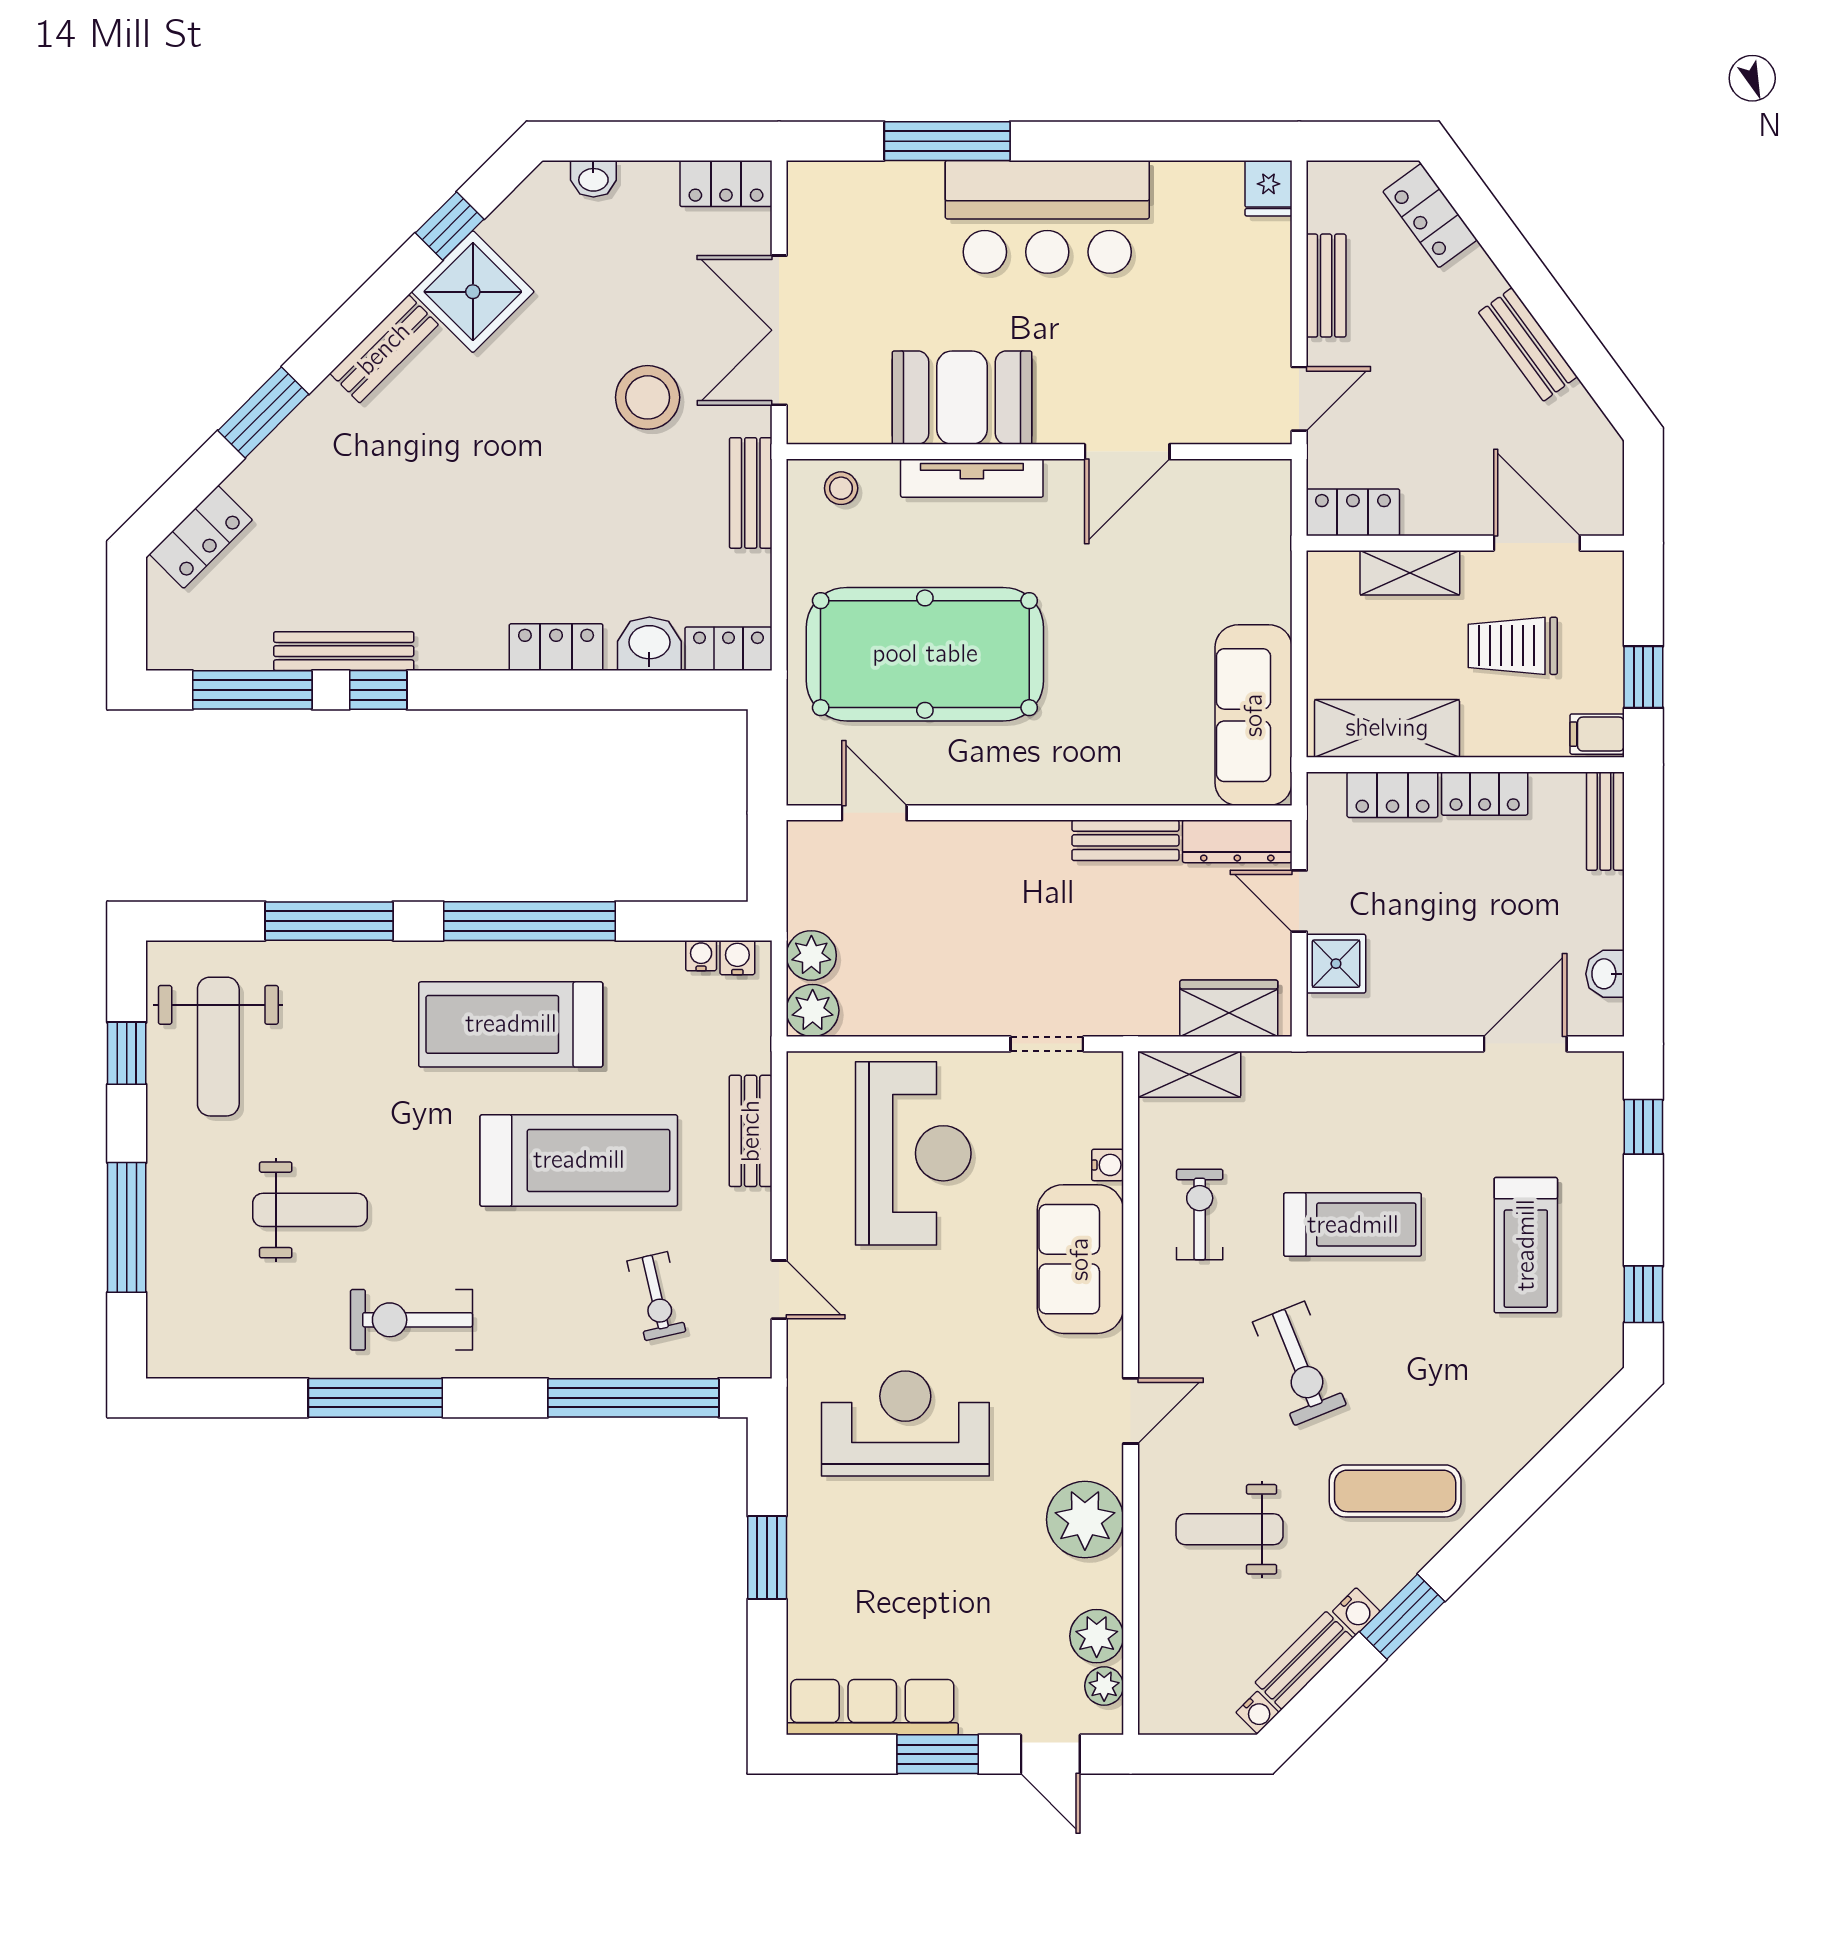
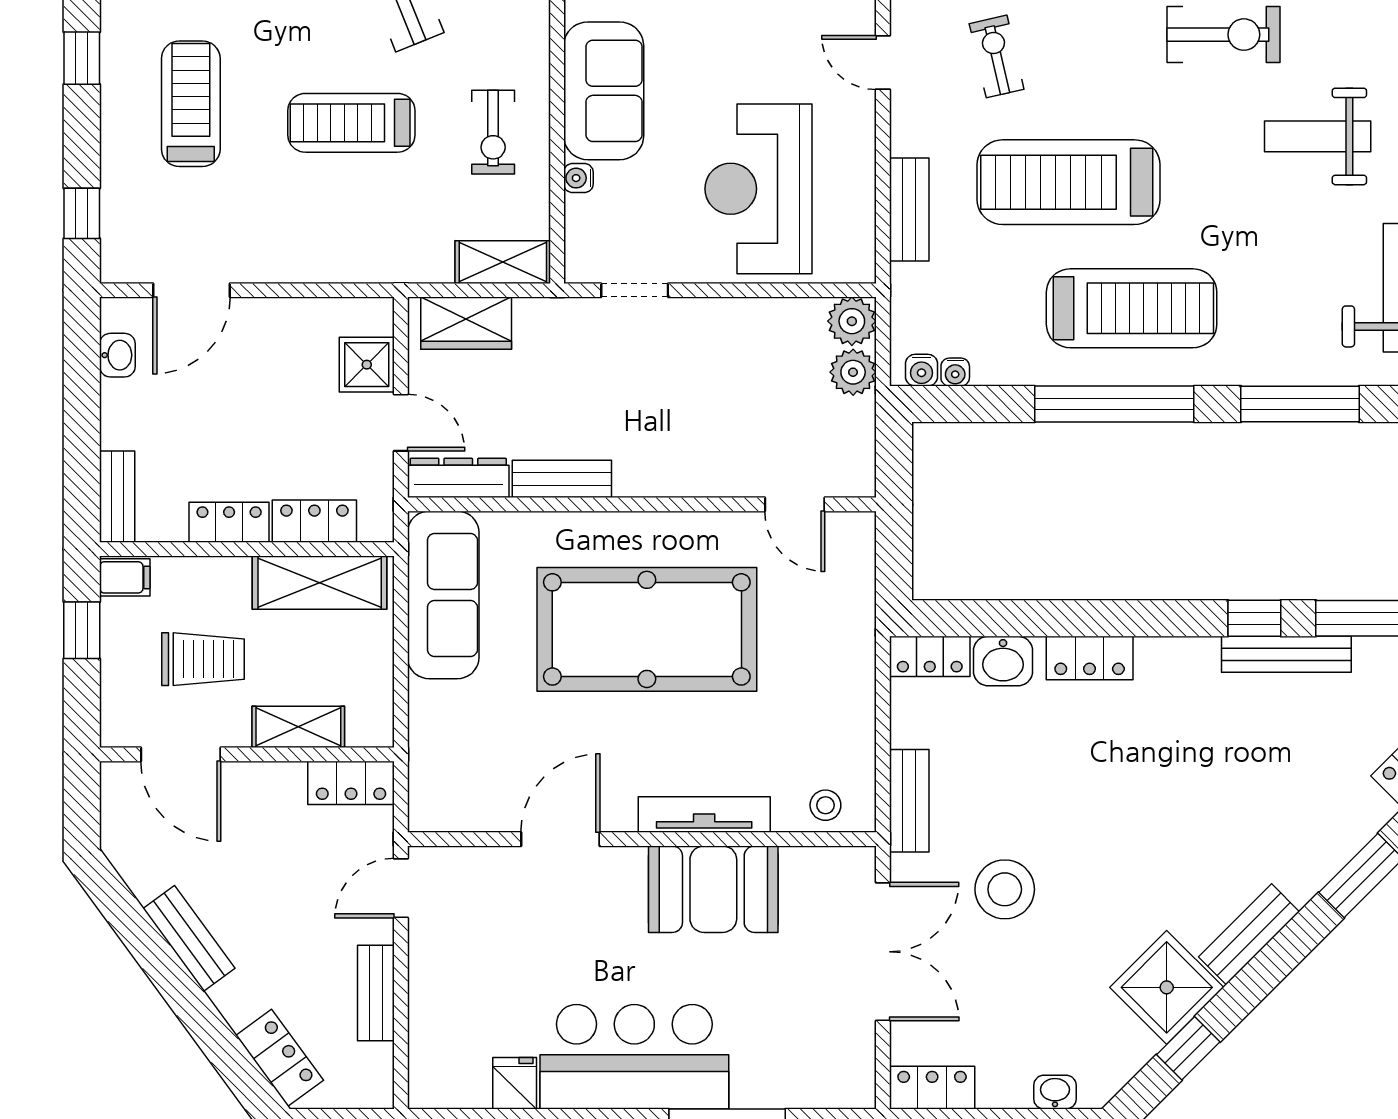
fridge: (1269, 188) -> (515, 1083), moved
pool table: (925, 654) -> (647, 629), moved

